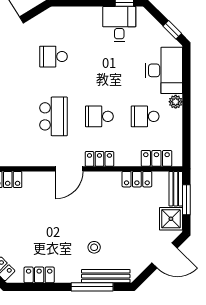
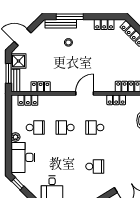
school desk: (54, 116) -> (95, 128), width x0.54
school desk: (99, 116) -> (65, 128), turned 180
locker: (99, 159) -> (116, 100), moved

